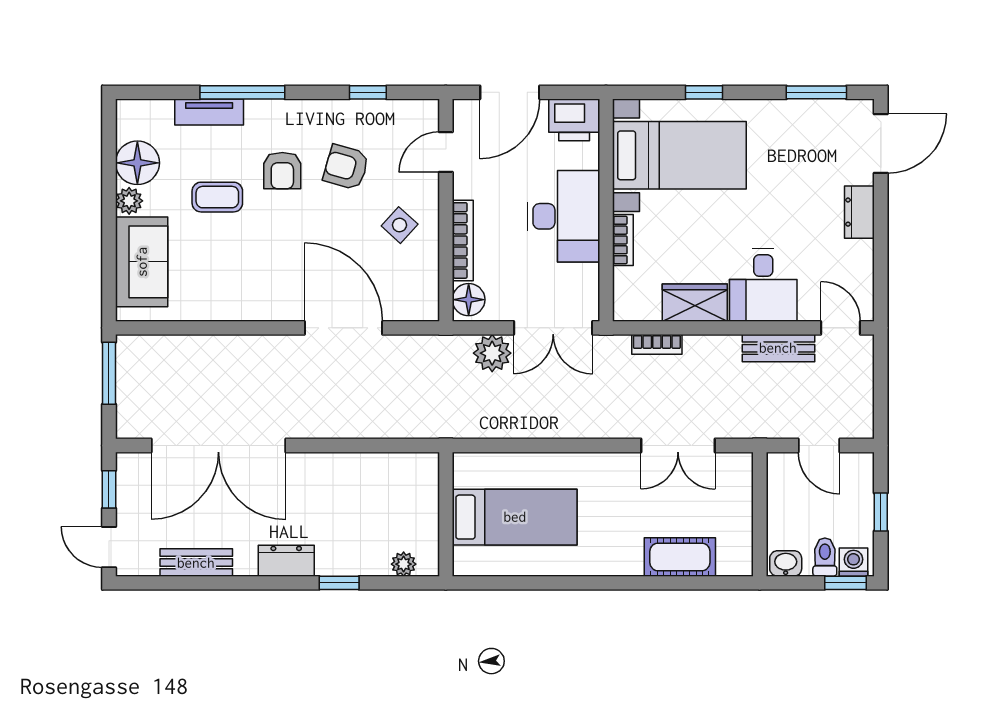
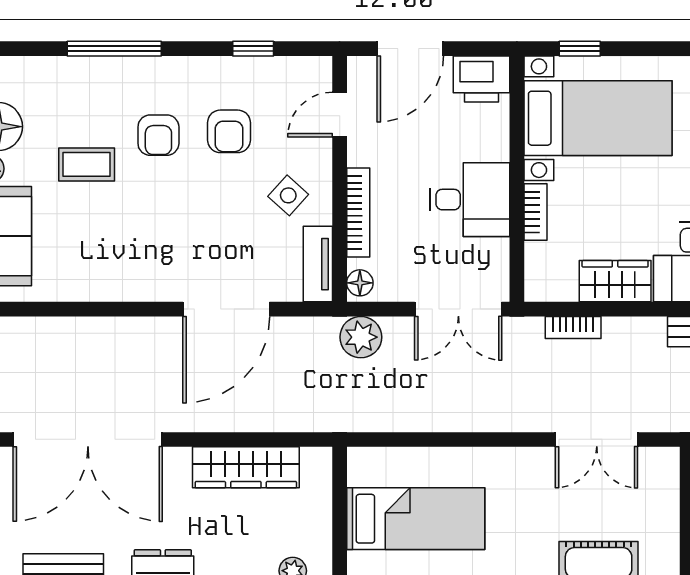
window: (704, 92) -> (580, 49), moved
tv unit: (209, 112) -> (318, 264), moved, turned 90
armchair: (346, 167) -> (229, 131), turned -106
desk: (563, 216) -> (470, 200), width x0.73
floor lamp: (469, 300) -> (360, 283), width x0.73, depth x0.73
door: (343, 328) -> (226, 309), swing flipped
plant: (492, 353) -> (361, 337), moved
wardrobe: (361, 471) -> (246, 467), added

